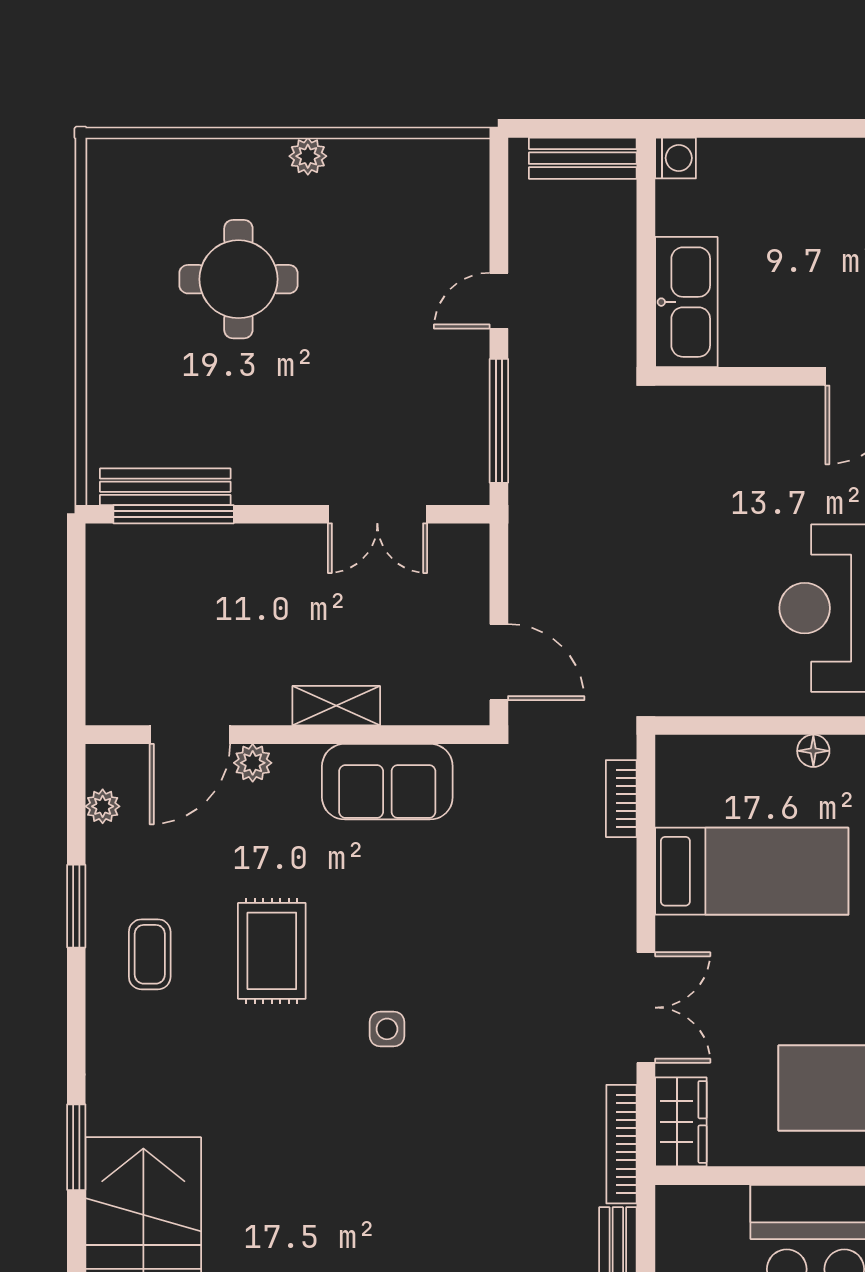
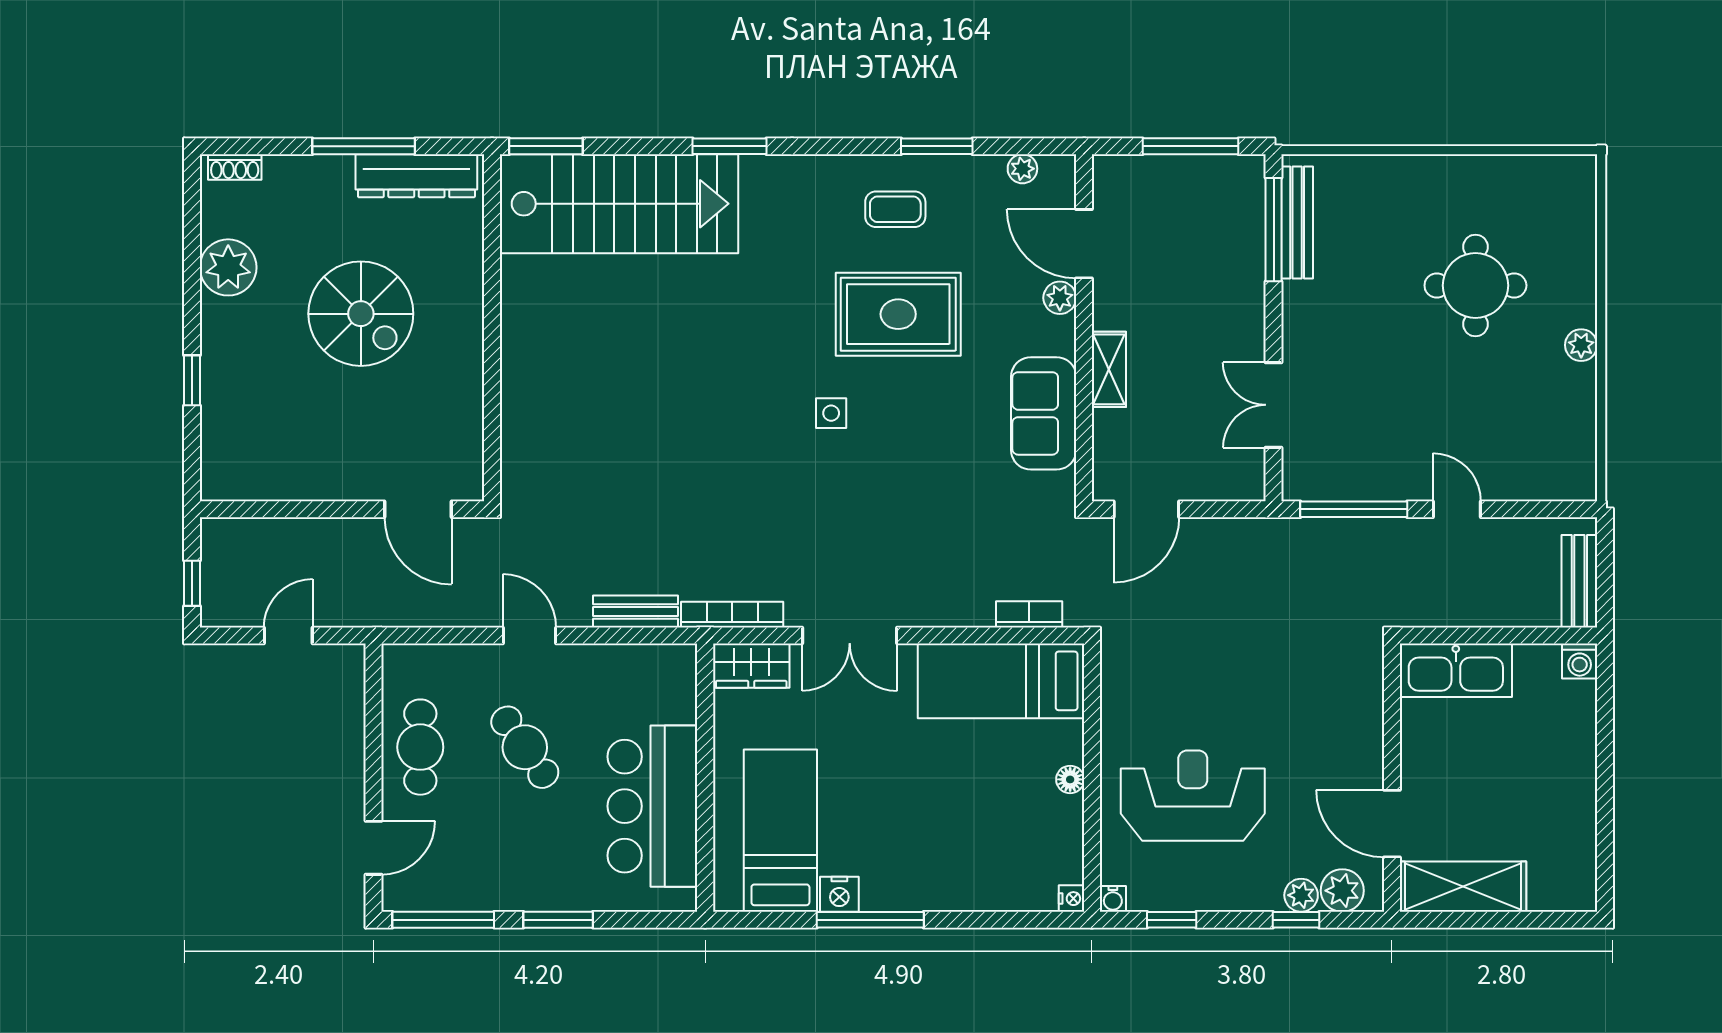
window: (76, 611) -> (1191, 146), added
bed: (752, 871) -> (1001, 681), moved, turned 90
rug: (272, 951) -> (898, 314), width x1.36, depth x1.43

